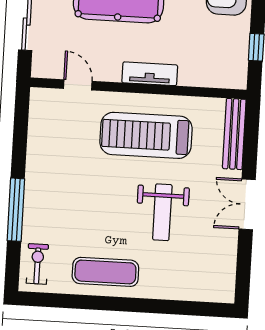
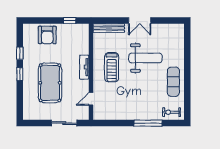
treadmill: (146, 135) -> (112, 67), width x0.73, depth x0.73
weight bench: (162, 212) -> (145, 58), width x1.36, depth x1.33

